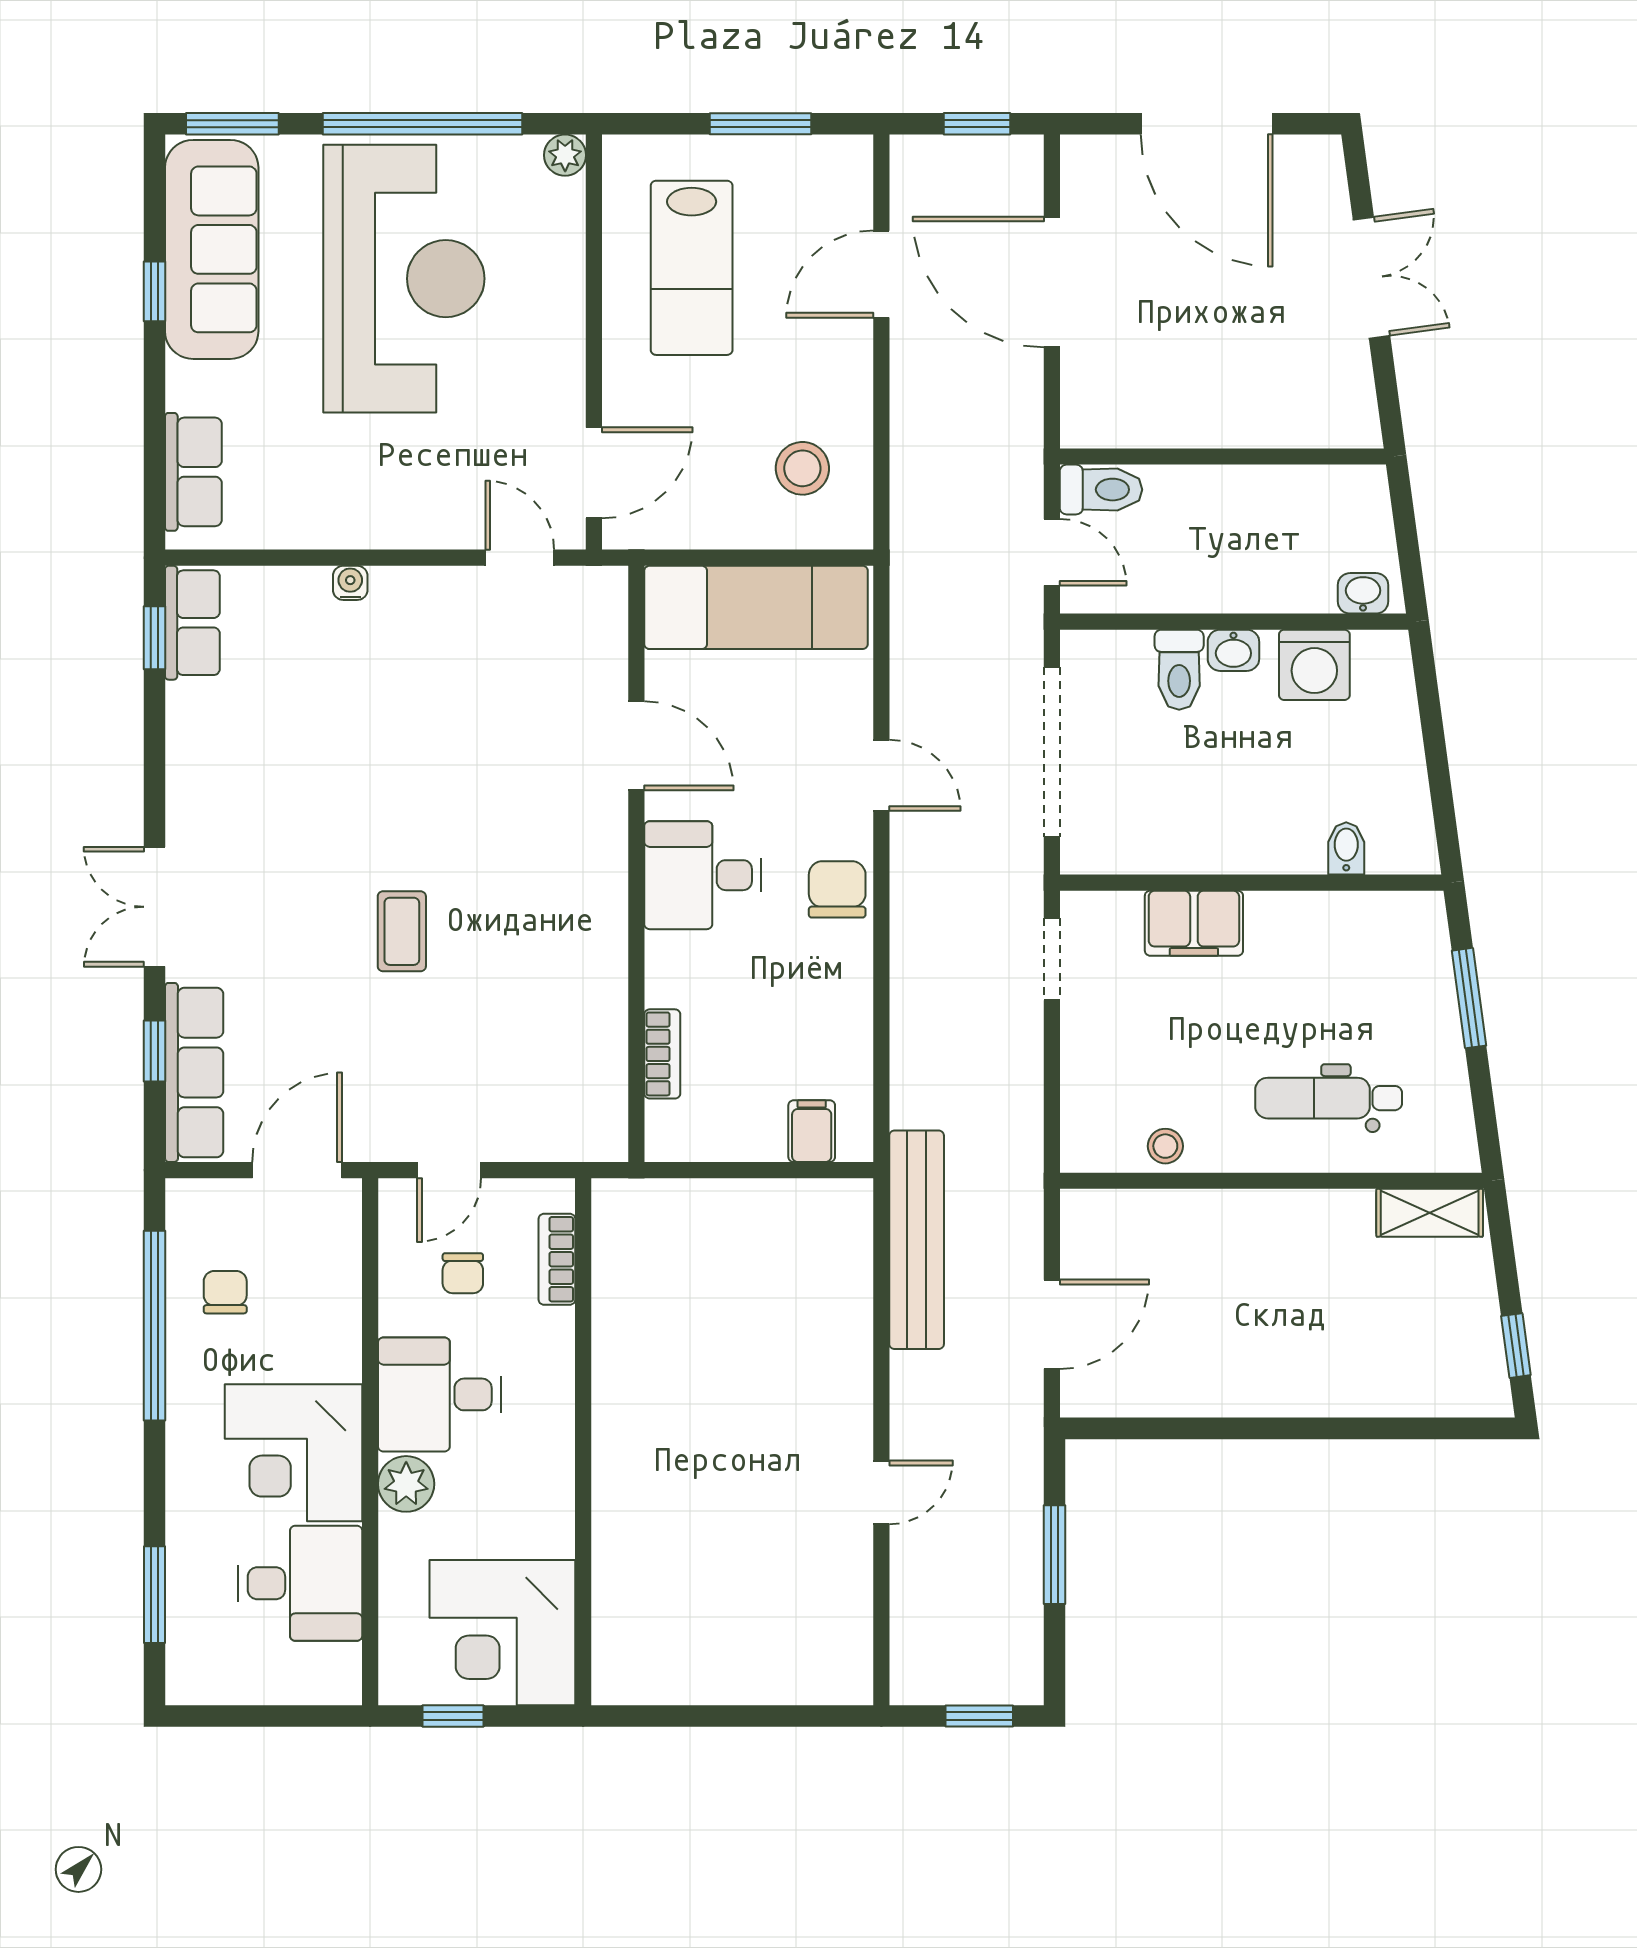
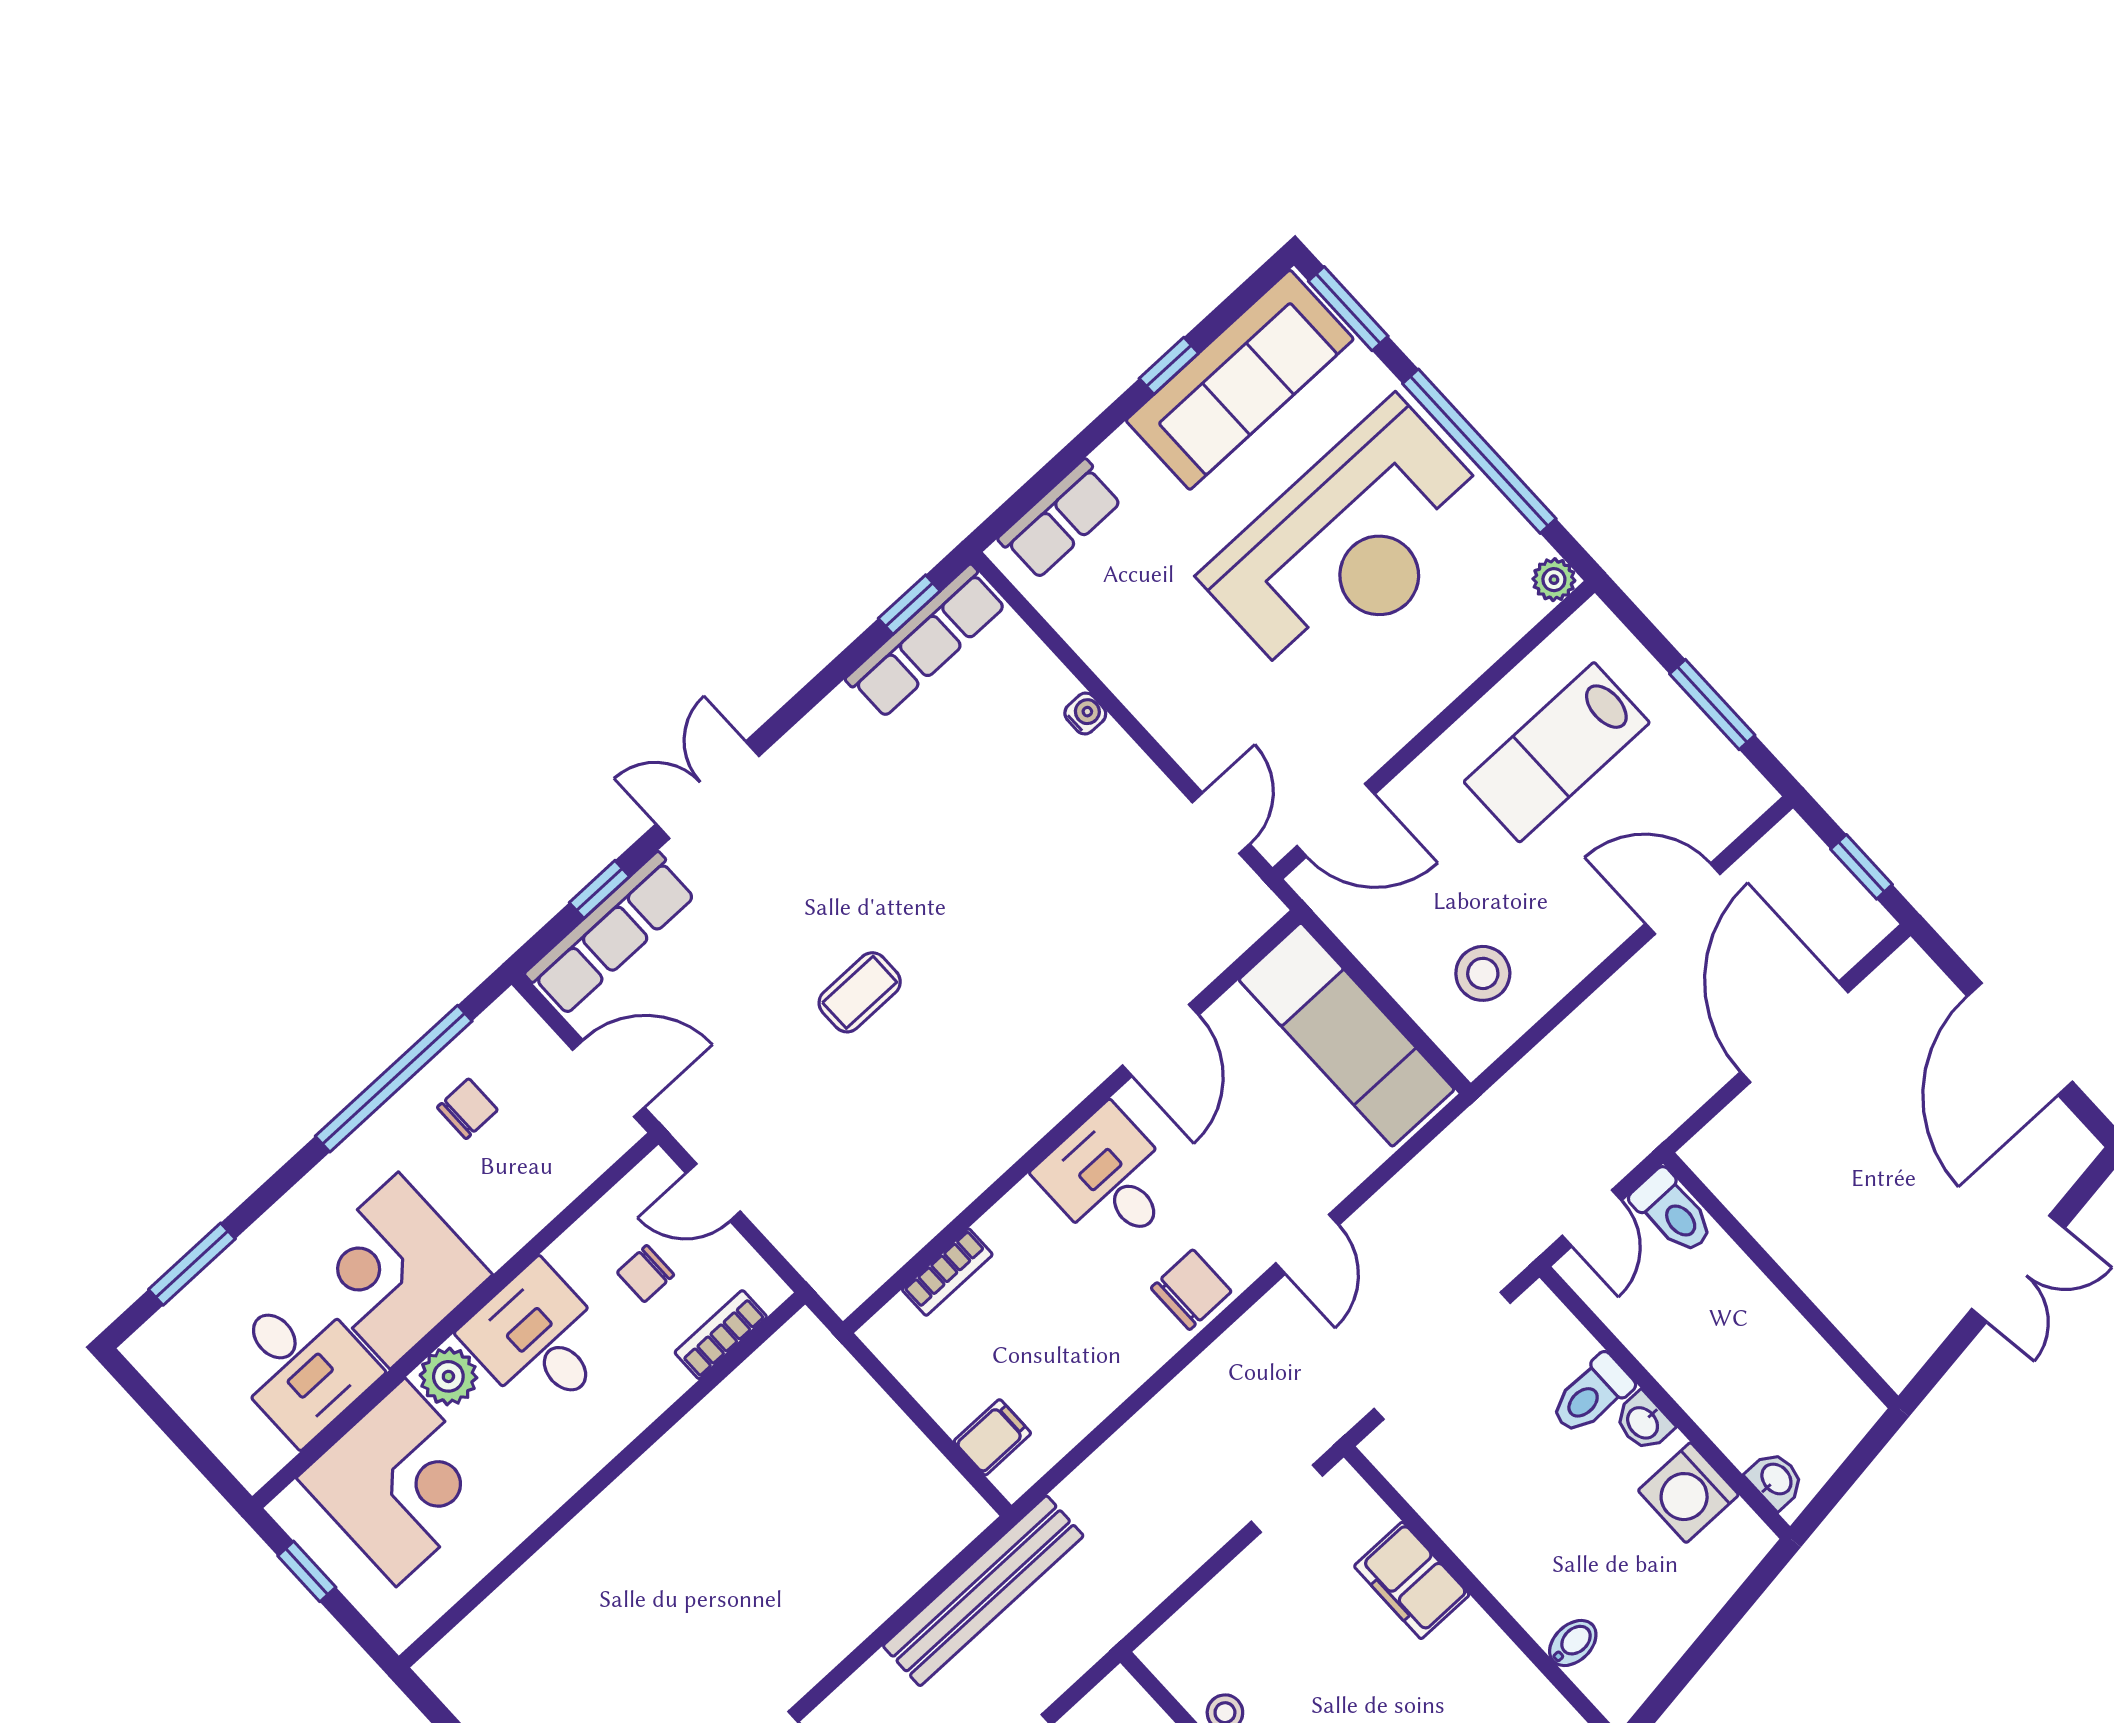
row of seats: (192, 623) -> (926, 641), width x1.48
corner desk: (502, 1633) -> (401, 1482), moved, turned 180

